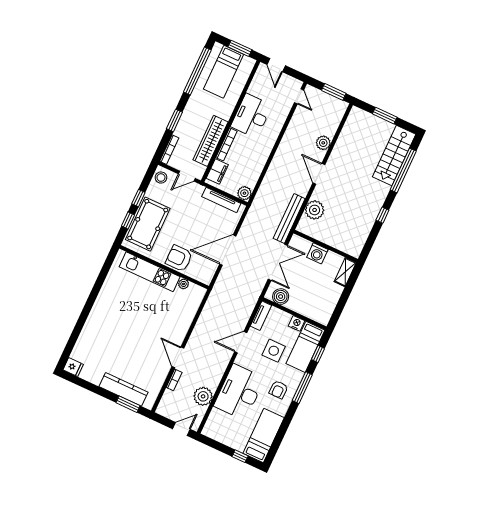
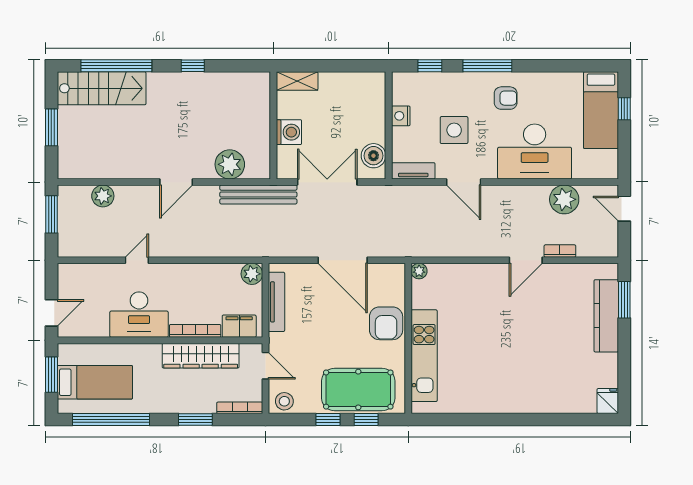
door: (299, 96) -> (137, 260), moved
plant: (323, 143) -> (103, 196), moved
plant: (184, 284) -> (419, 271), moved
bed: (305, 347) -> (428, 88), removed
bed: (264, 436) -> (601, 110), moved, turned -90

